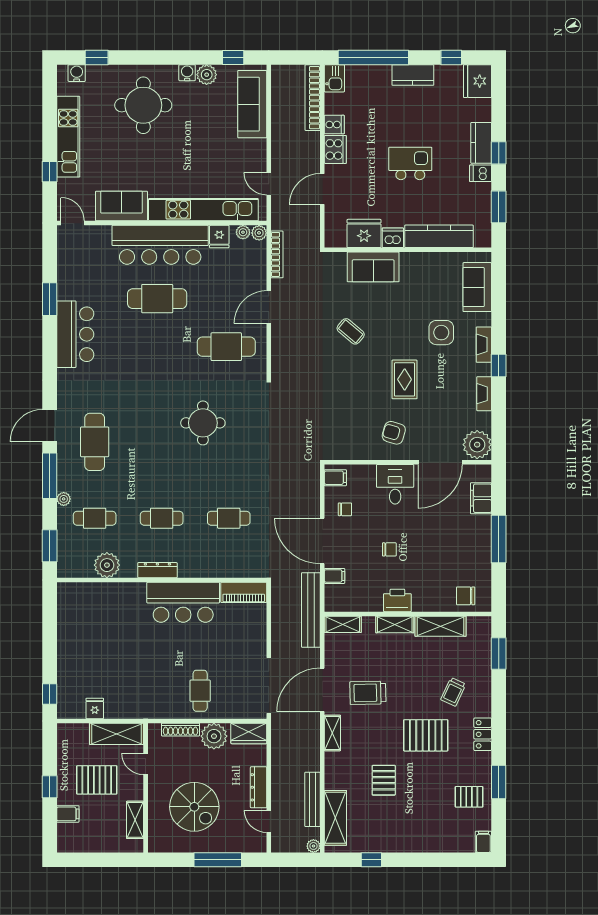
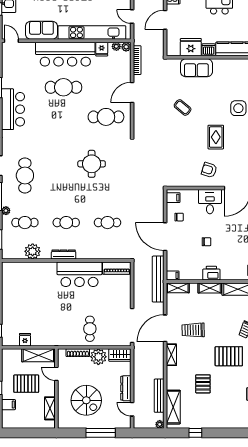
filing cabinet: (335, 576) -> (173, 275), moved

